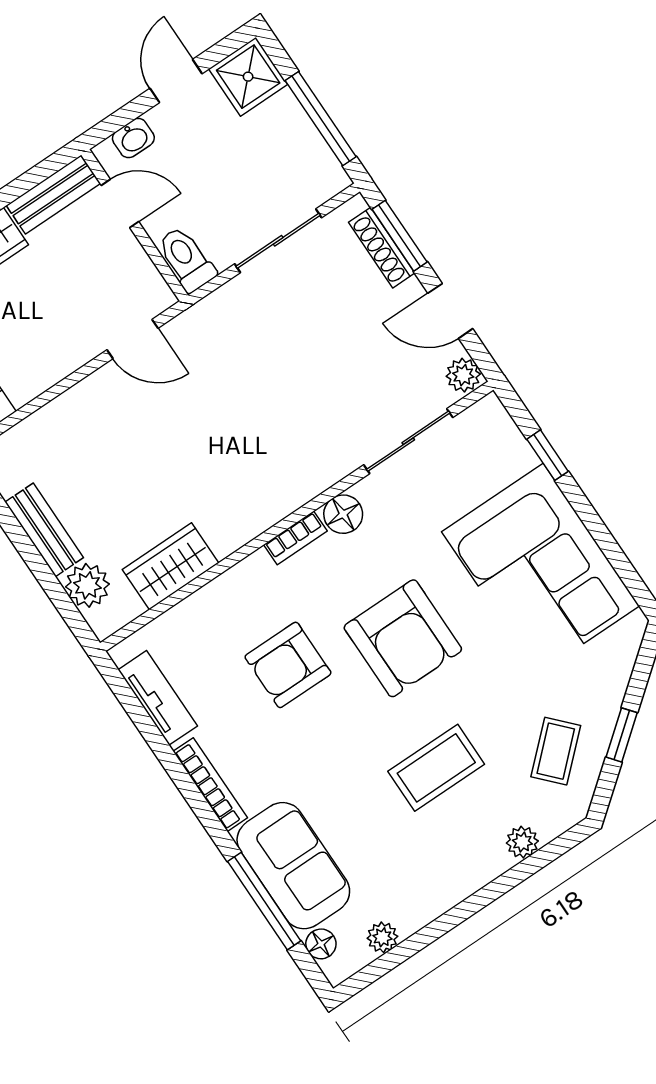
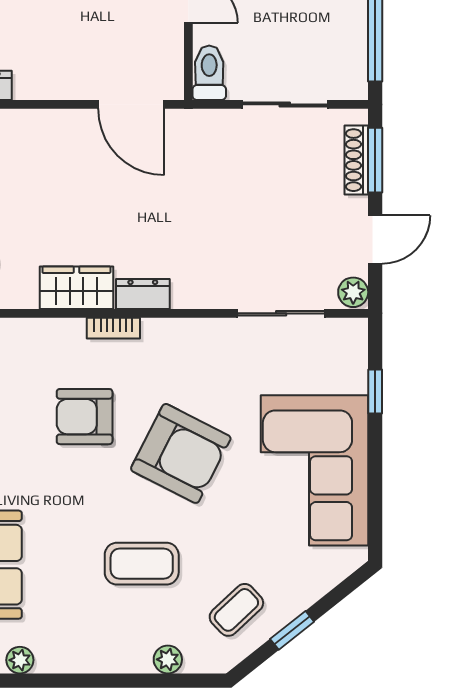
door: (450, 311) -> (375, 239), swing flipped
door: (132, 339) -> (131, 104), width x1.38
dresser: (265, 511) -> (143, 294), added
floor lamp: (343, 514) -> (198, 334), removed
bookcase: (295, 538) -> (113, 328), moved
wardrobe: (170, 566) -> (76, 288), moved
armchair: (403, 638) -> (181, 453), turned -63

